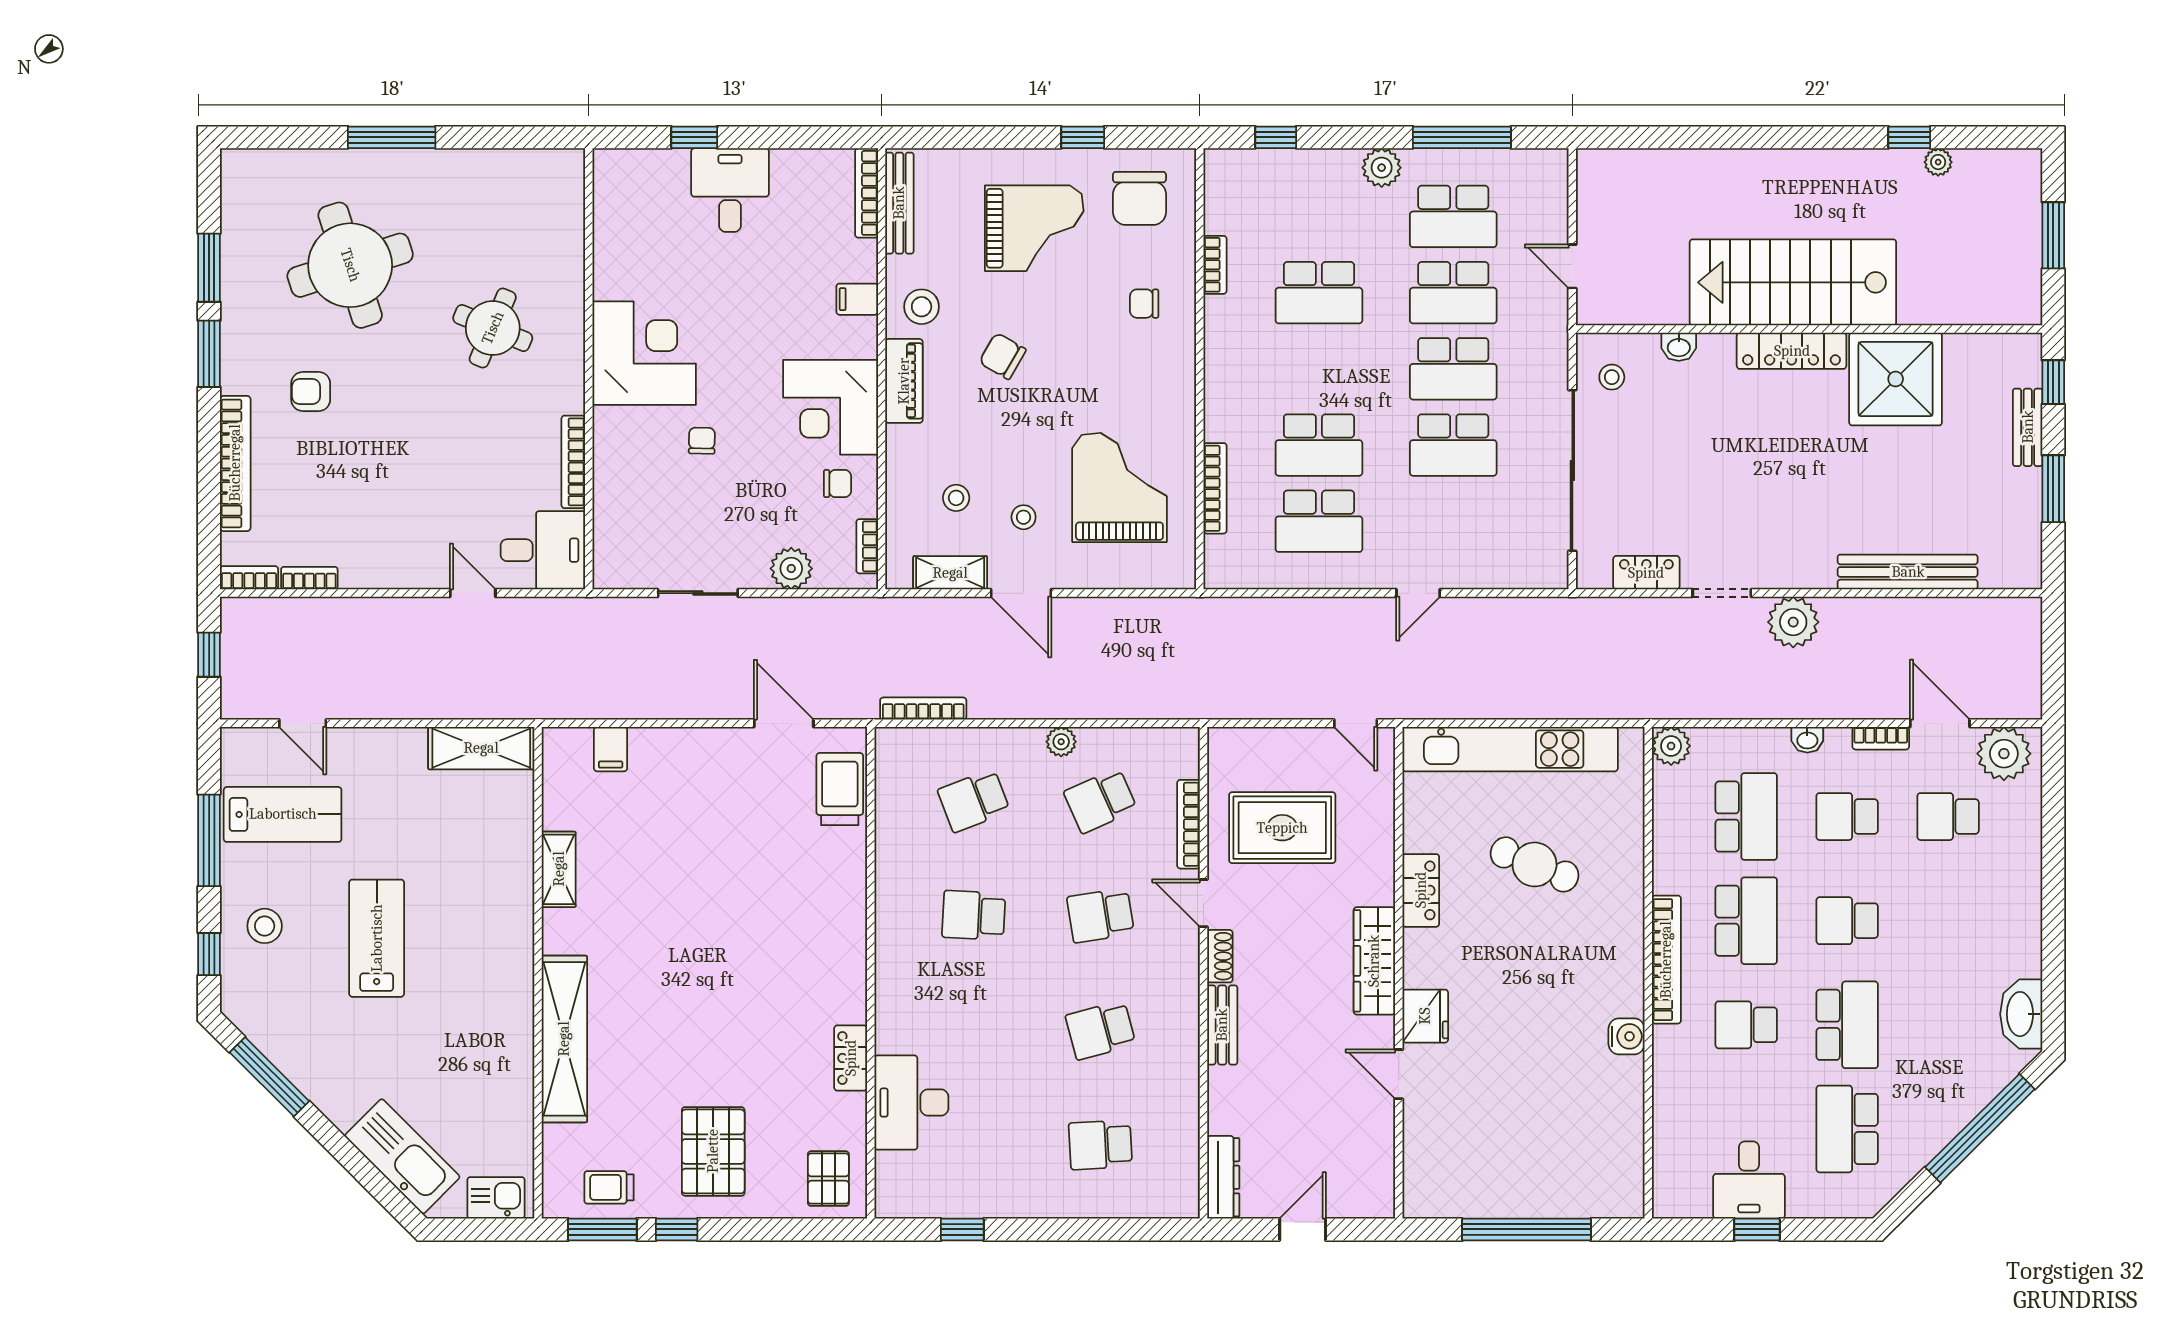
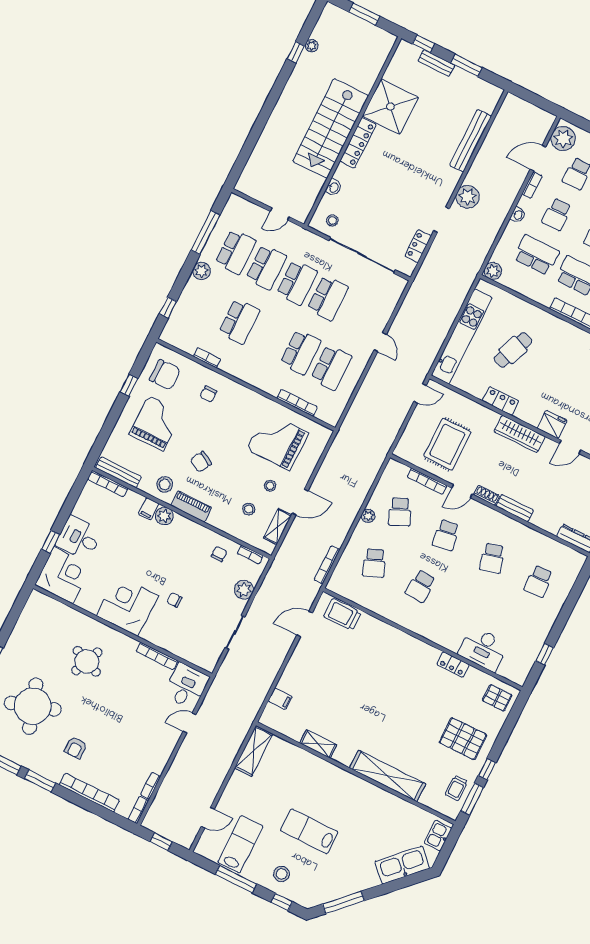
plant: (858, 337) -> (164, 516), added
corner desk: (831, 407) -> (63, 575), moved, turned -90

